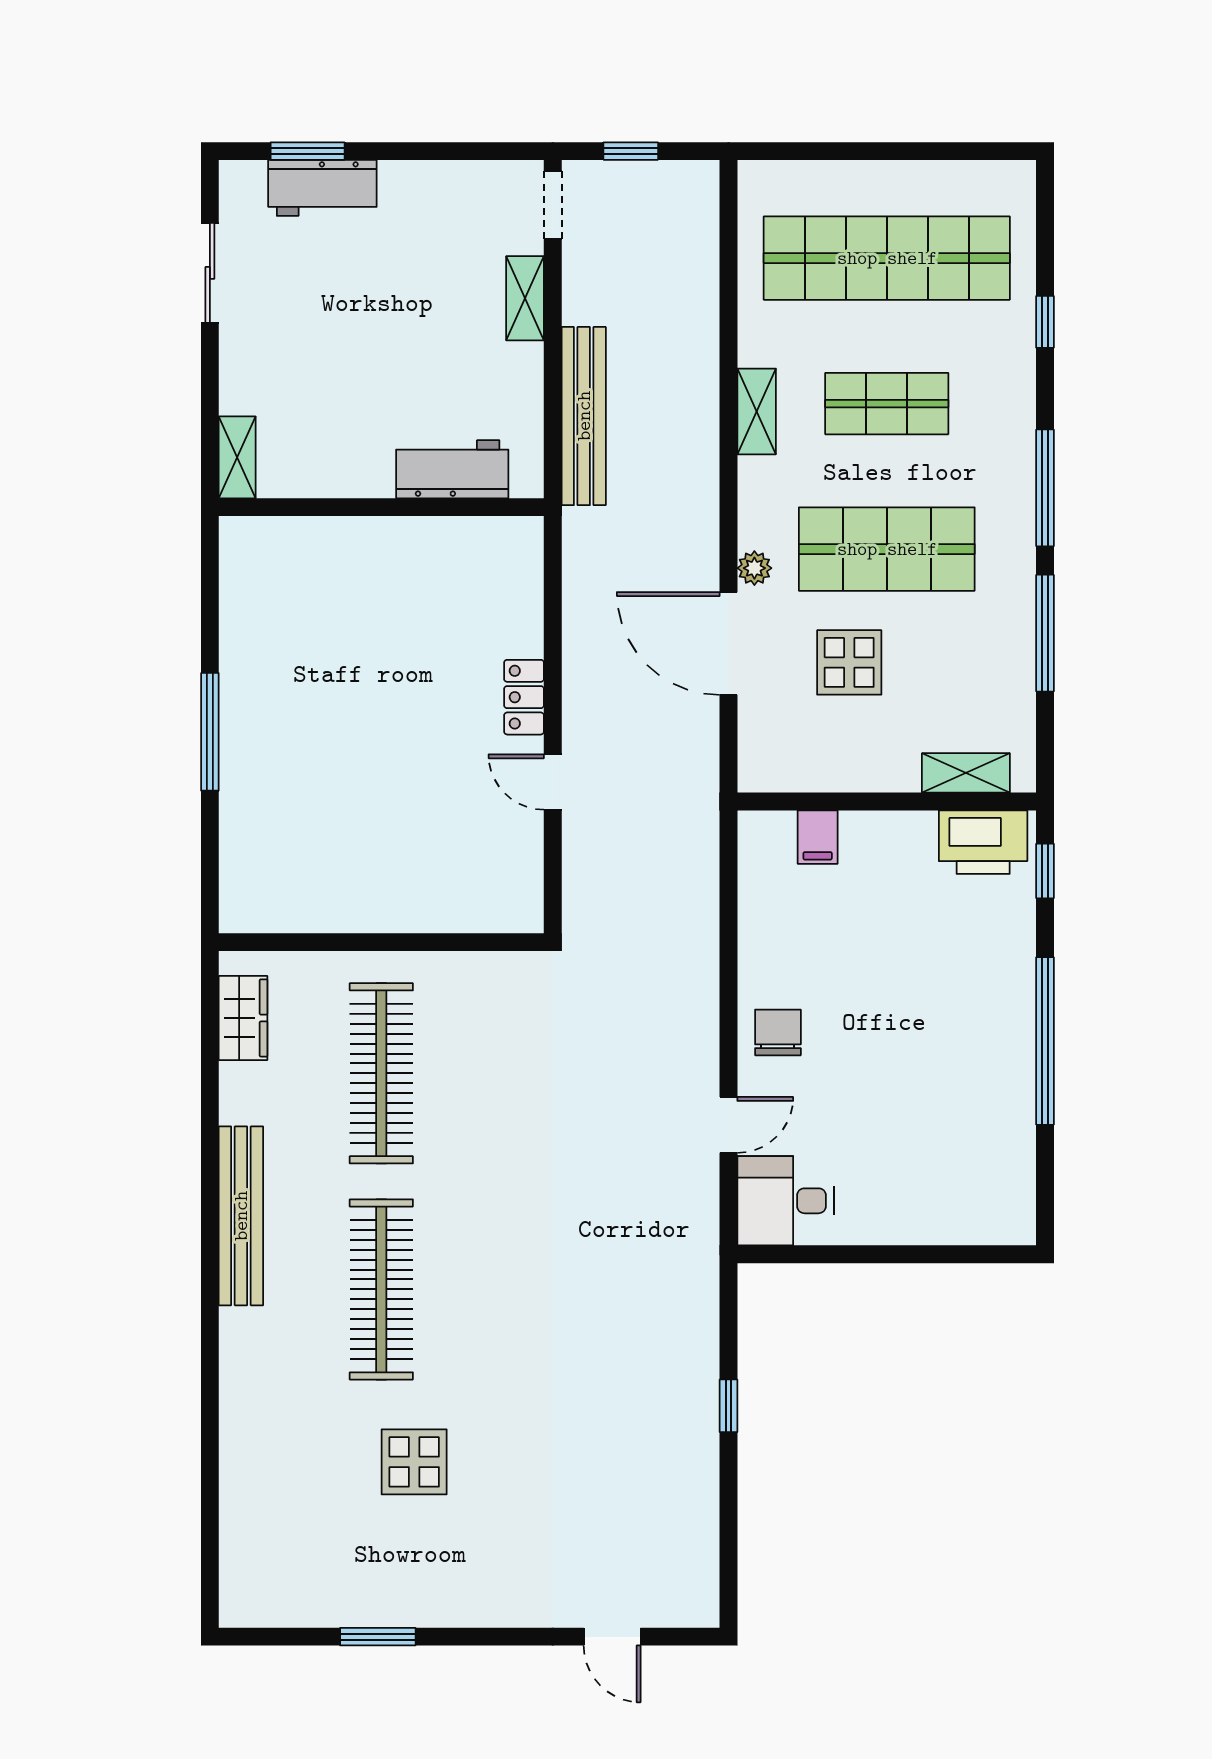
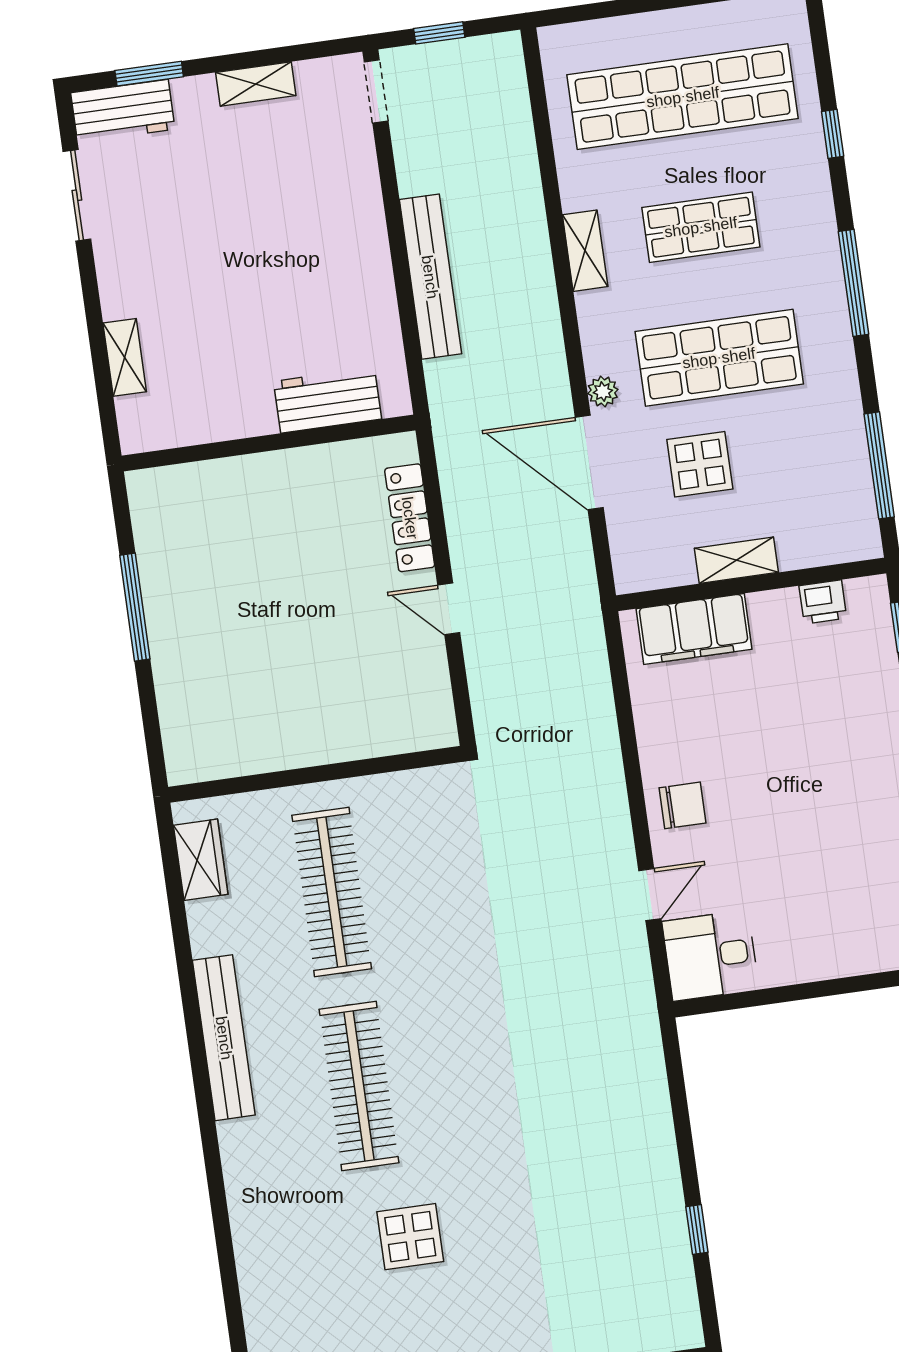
workbench: (322, 188) -> (123, 111), moved
shelving: (525, 298) -> (256, 84), moved, turned 90
workbench: (452, 469) -> (328, 400), moved
wall: (381, 507) -> (269, 443), moved
window: (1045, 633) -> (879, 465), moved
locker: (524, 697) -> (410, 518), width x1.53
shelving: (966, 773) -> (736, 560), moved
filing cabinet: (818, 837) -> (694, 629), width x3.00, depth x1.17
printer: (983, 842) -> (823, 602), width x0.53, depth x0.68
chair: (778, 1032) -> (683, 805), turned 90
window: (729, 1406) -> (697, 1230), moved

